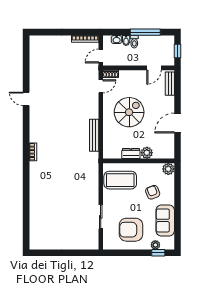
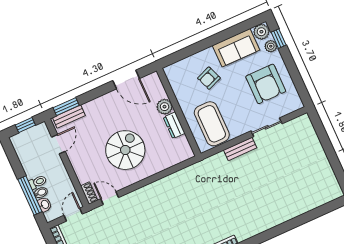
window: (145, 32) -> (30, 196), moved
door: (101, 56) -> (73, 215), swing flipped
door: (154, 68) -> (58, 144), hinge flipped
window: (178, 85) -> (66, 107), added
spiral stairs: (129, 112) -> (125, 150), turned 90
door: (178, 123) -> (126, 79), moved
bench: (94, 135) -> (240, 149), moved, width x0.73
plant: (168, 169) -> (261, 32), moved

